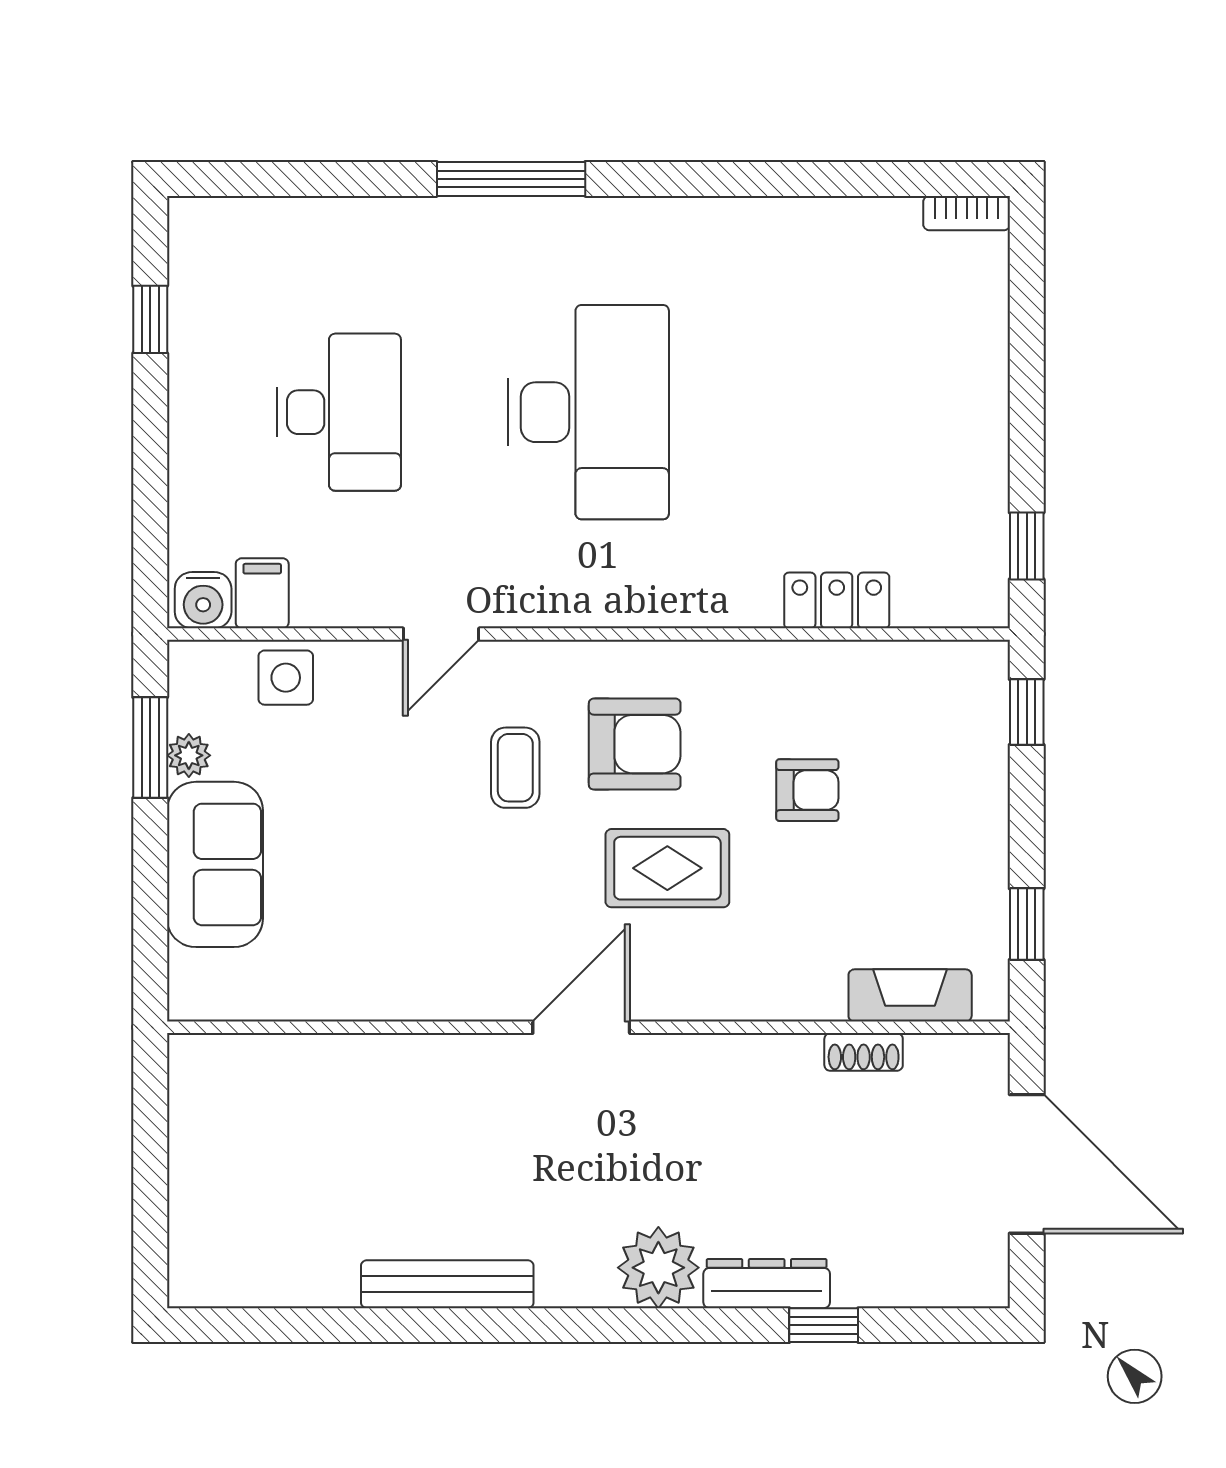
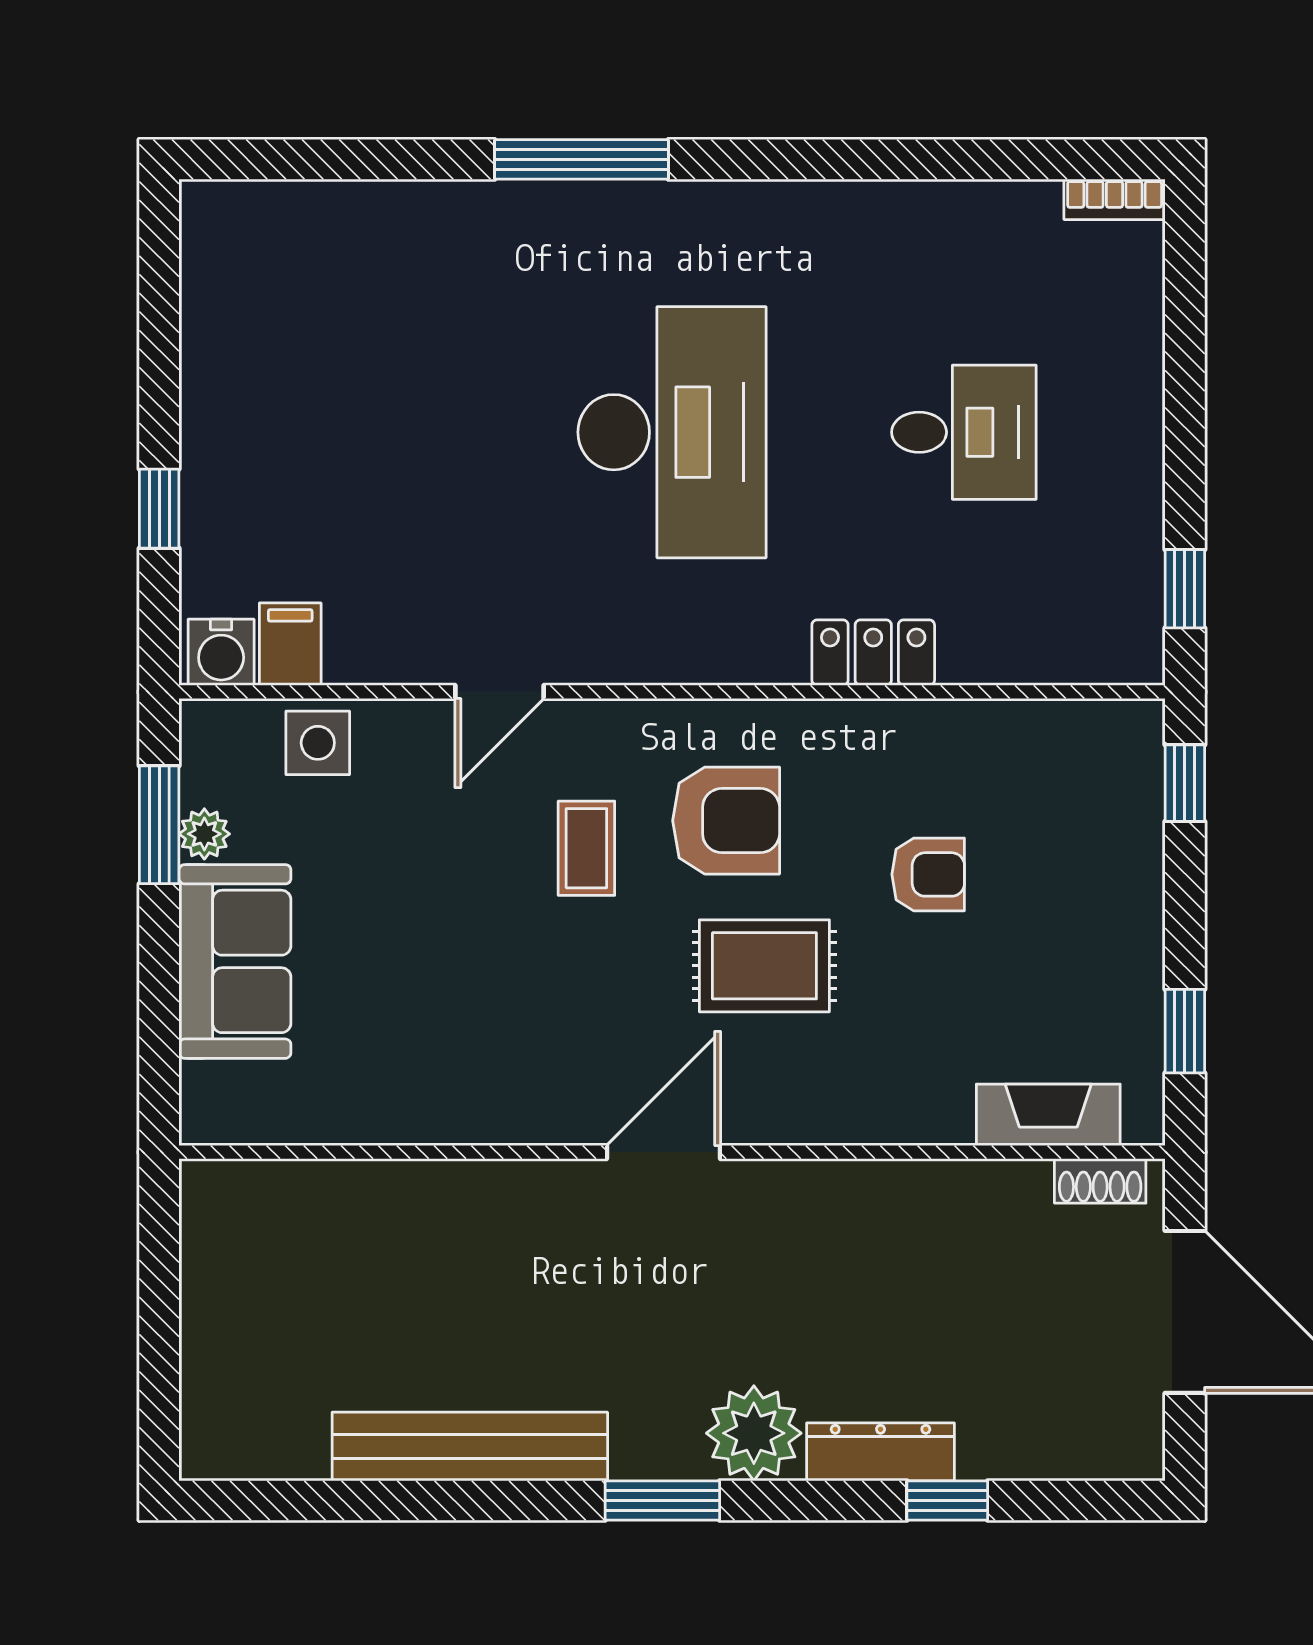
window: (150, 319) -> (159, 509), moved
desk: (339, 412) -> (964, 432), moved, width x0.73
locker: (837, 600) -> (873, 653), moved
shoe rack: (864, 1052) -> (1100, 1181), moved
bench: (447, 1284) -> (470, 1447), width x1.37, depth x1.21
window: (580, 1325) -> (662, 1501), added

